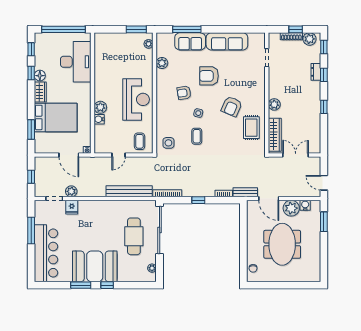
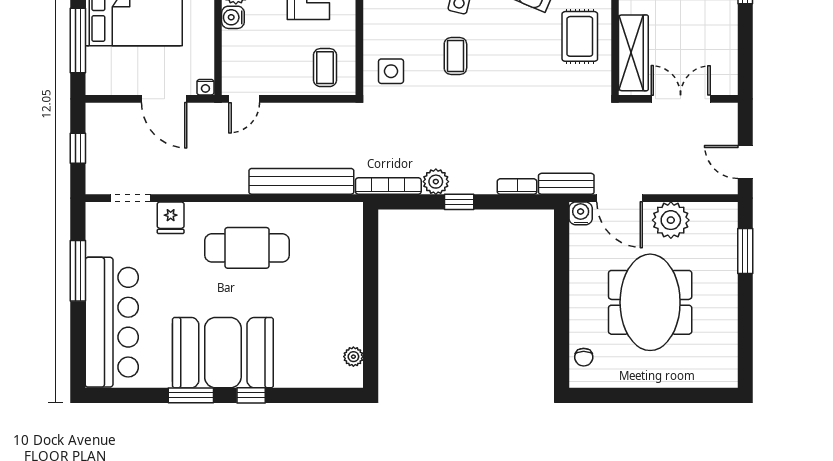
window: (31, 129) -> (78, 41), width x1.44
door: (118, 155) -> (244, 99), moved
plant: (71, 191) -> (436, 182), moved
water cooler: (305, 205) -> (581, 213), moved
sliding door: (160, 230) -> (371, 270), removed
cafe table: (134, 236) -> (247, 248), moved, turned 90

